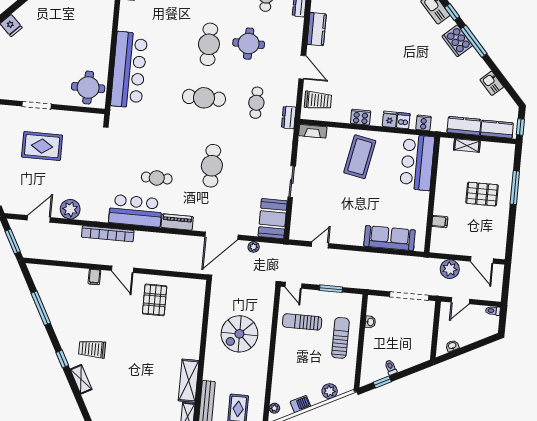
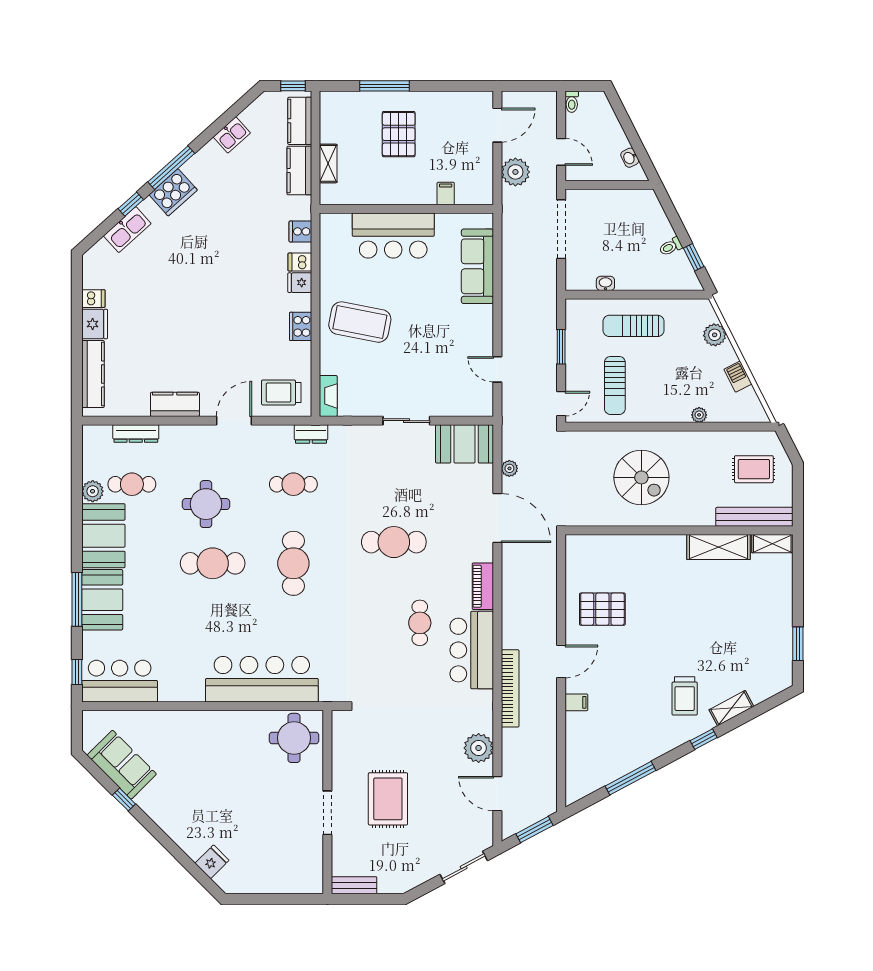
trolley: (318, 100) -> (281, 392), turned -90
bar counter: (417, 162) -> (393, 236), moved
plant: (274, 408) -> (699, 415), moved

